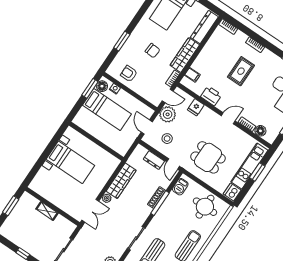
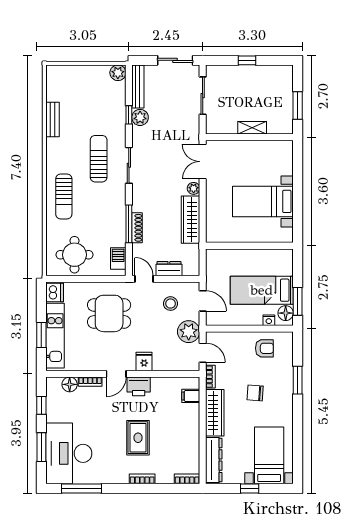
door: (168, 96) -> (203, 353), swing flipped
printer: (211, 96) -> (139, 386), moved
fridge: (196, 107) -> (144, 361), moved

